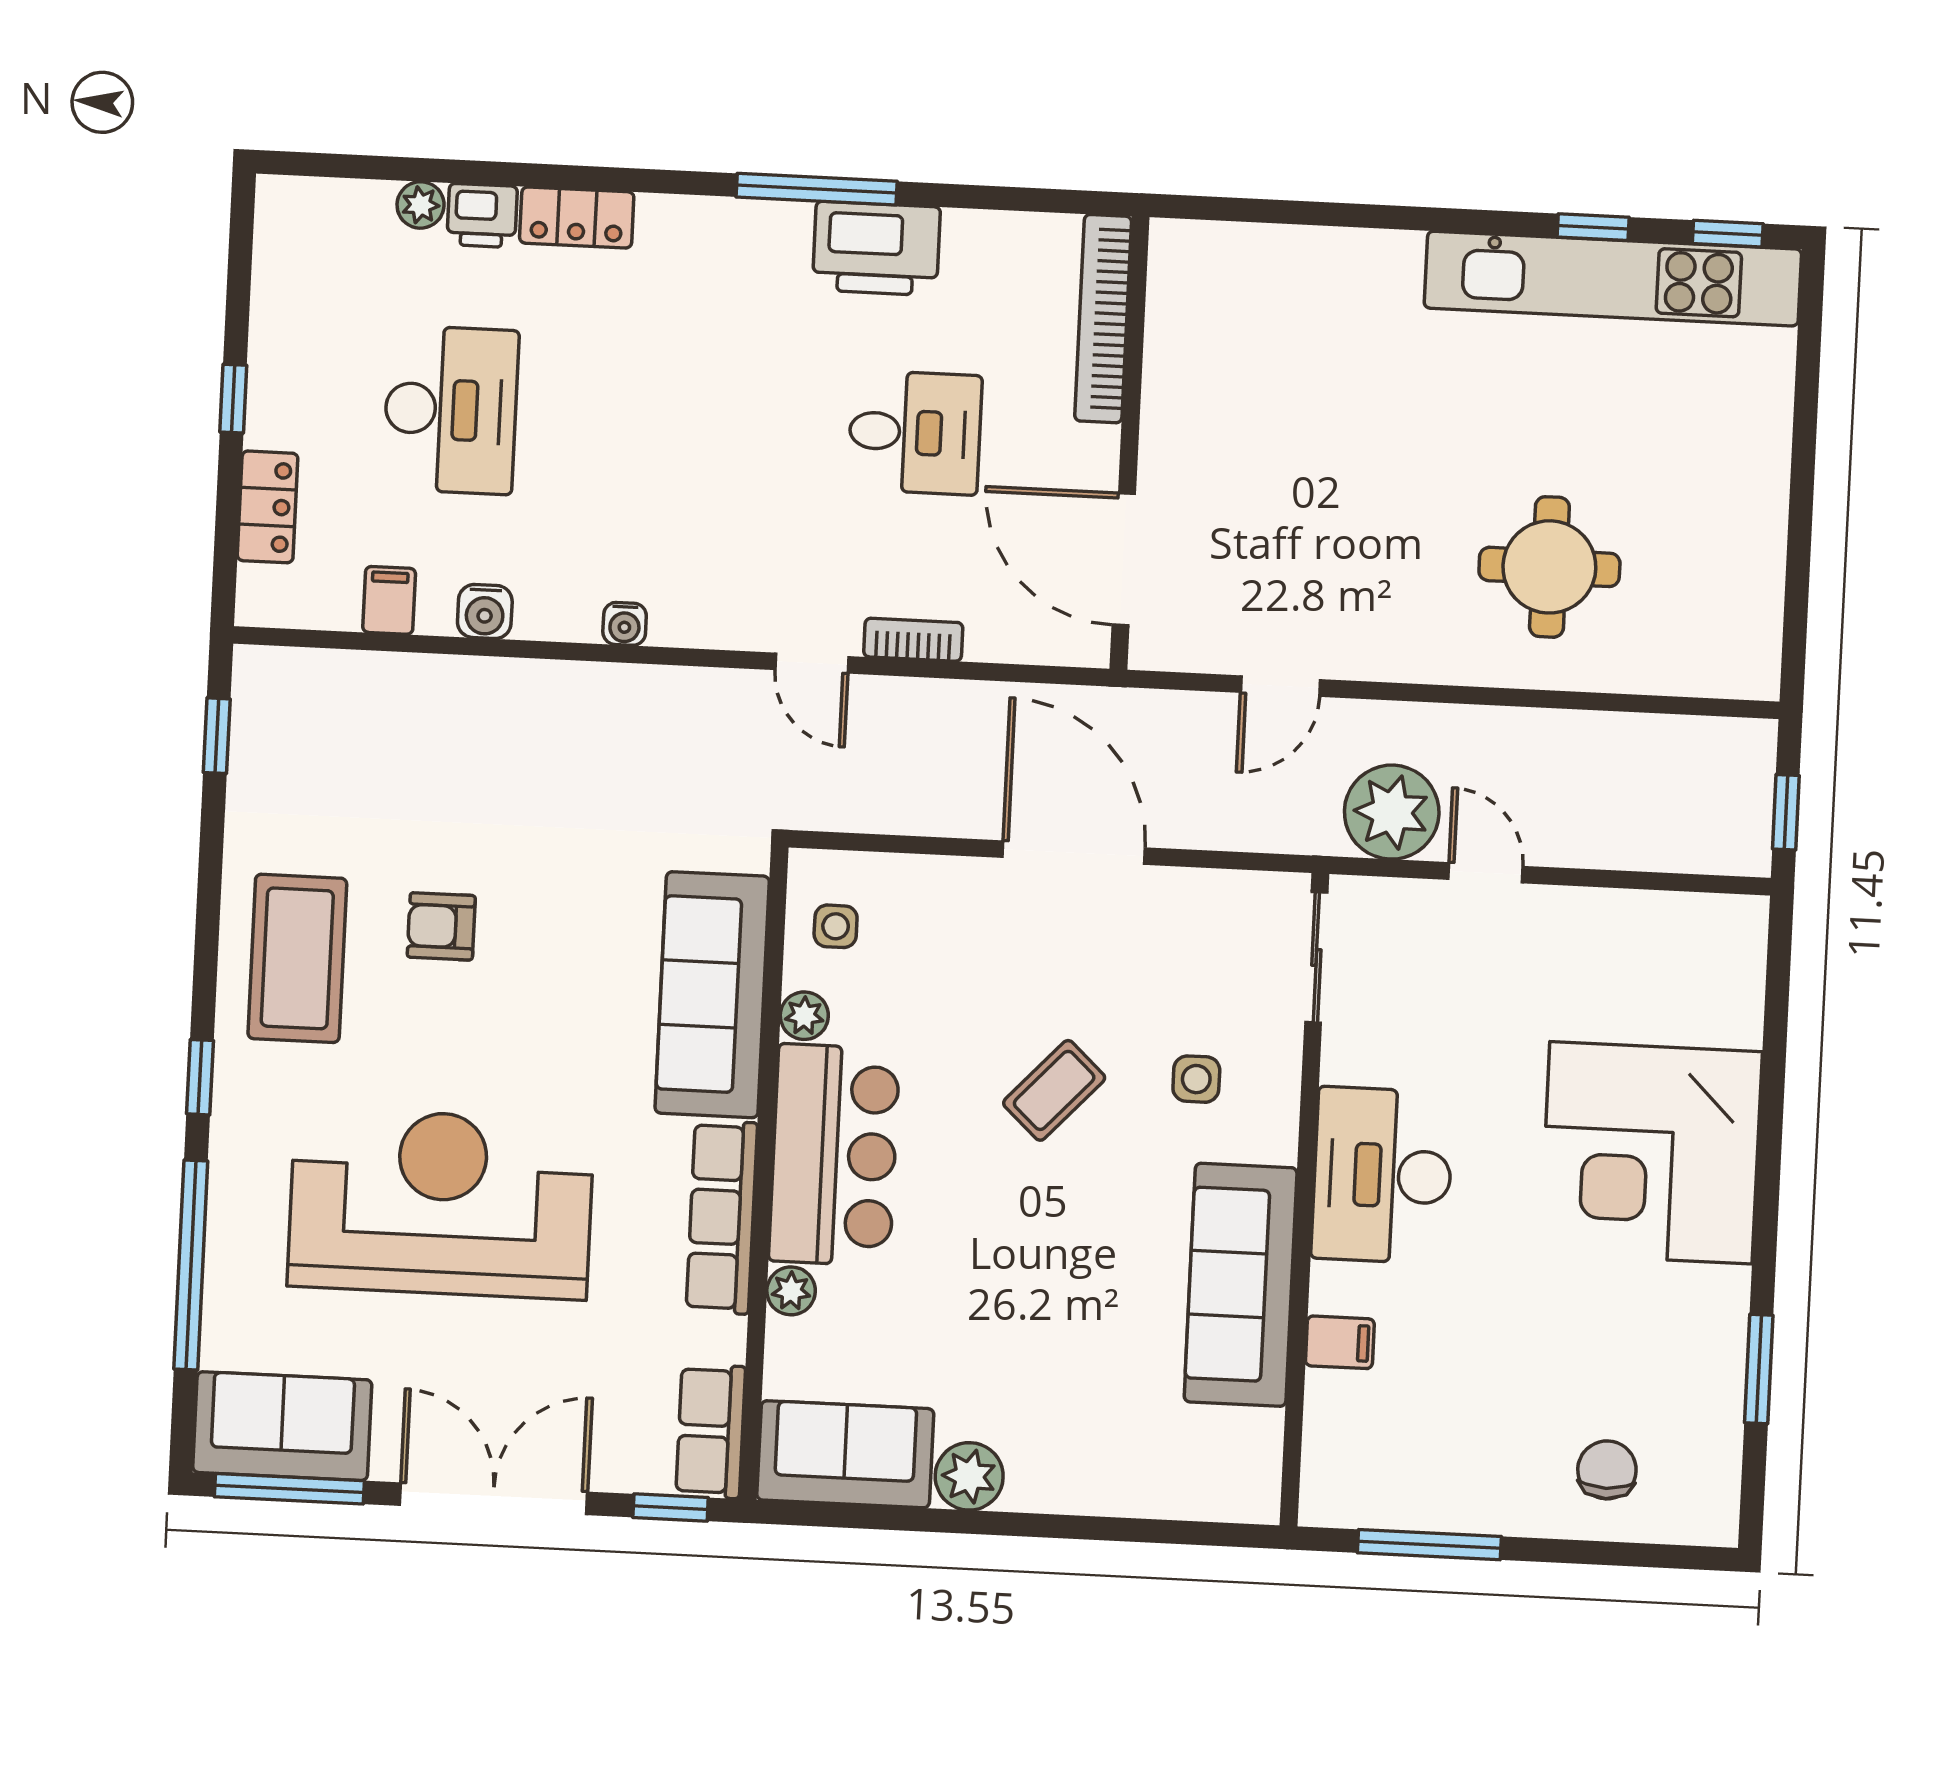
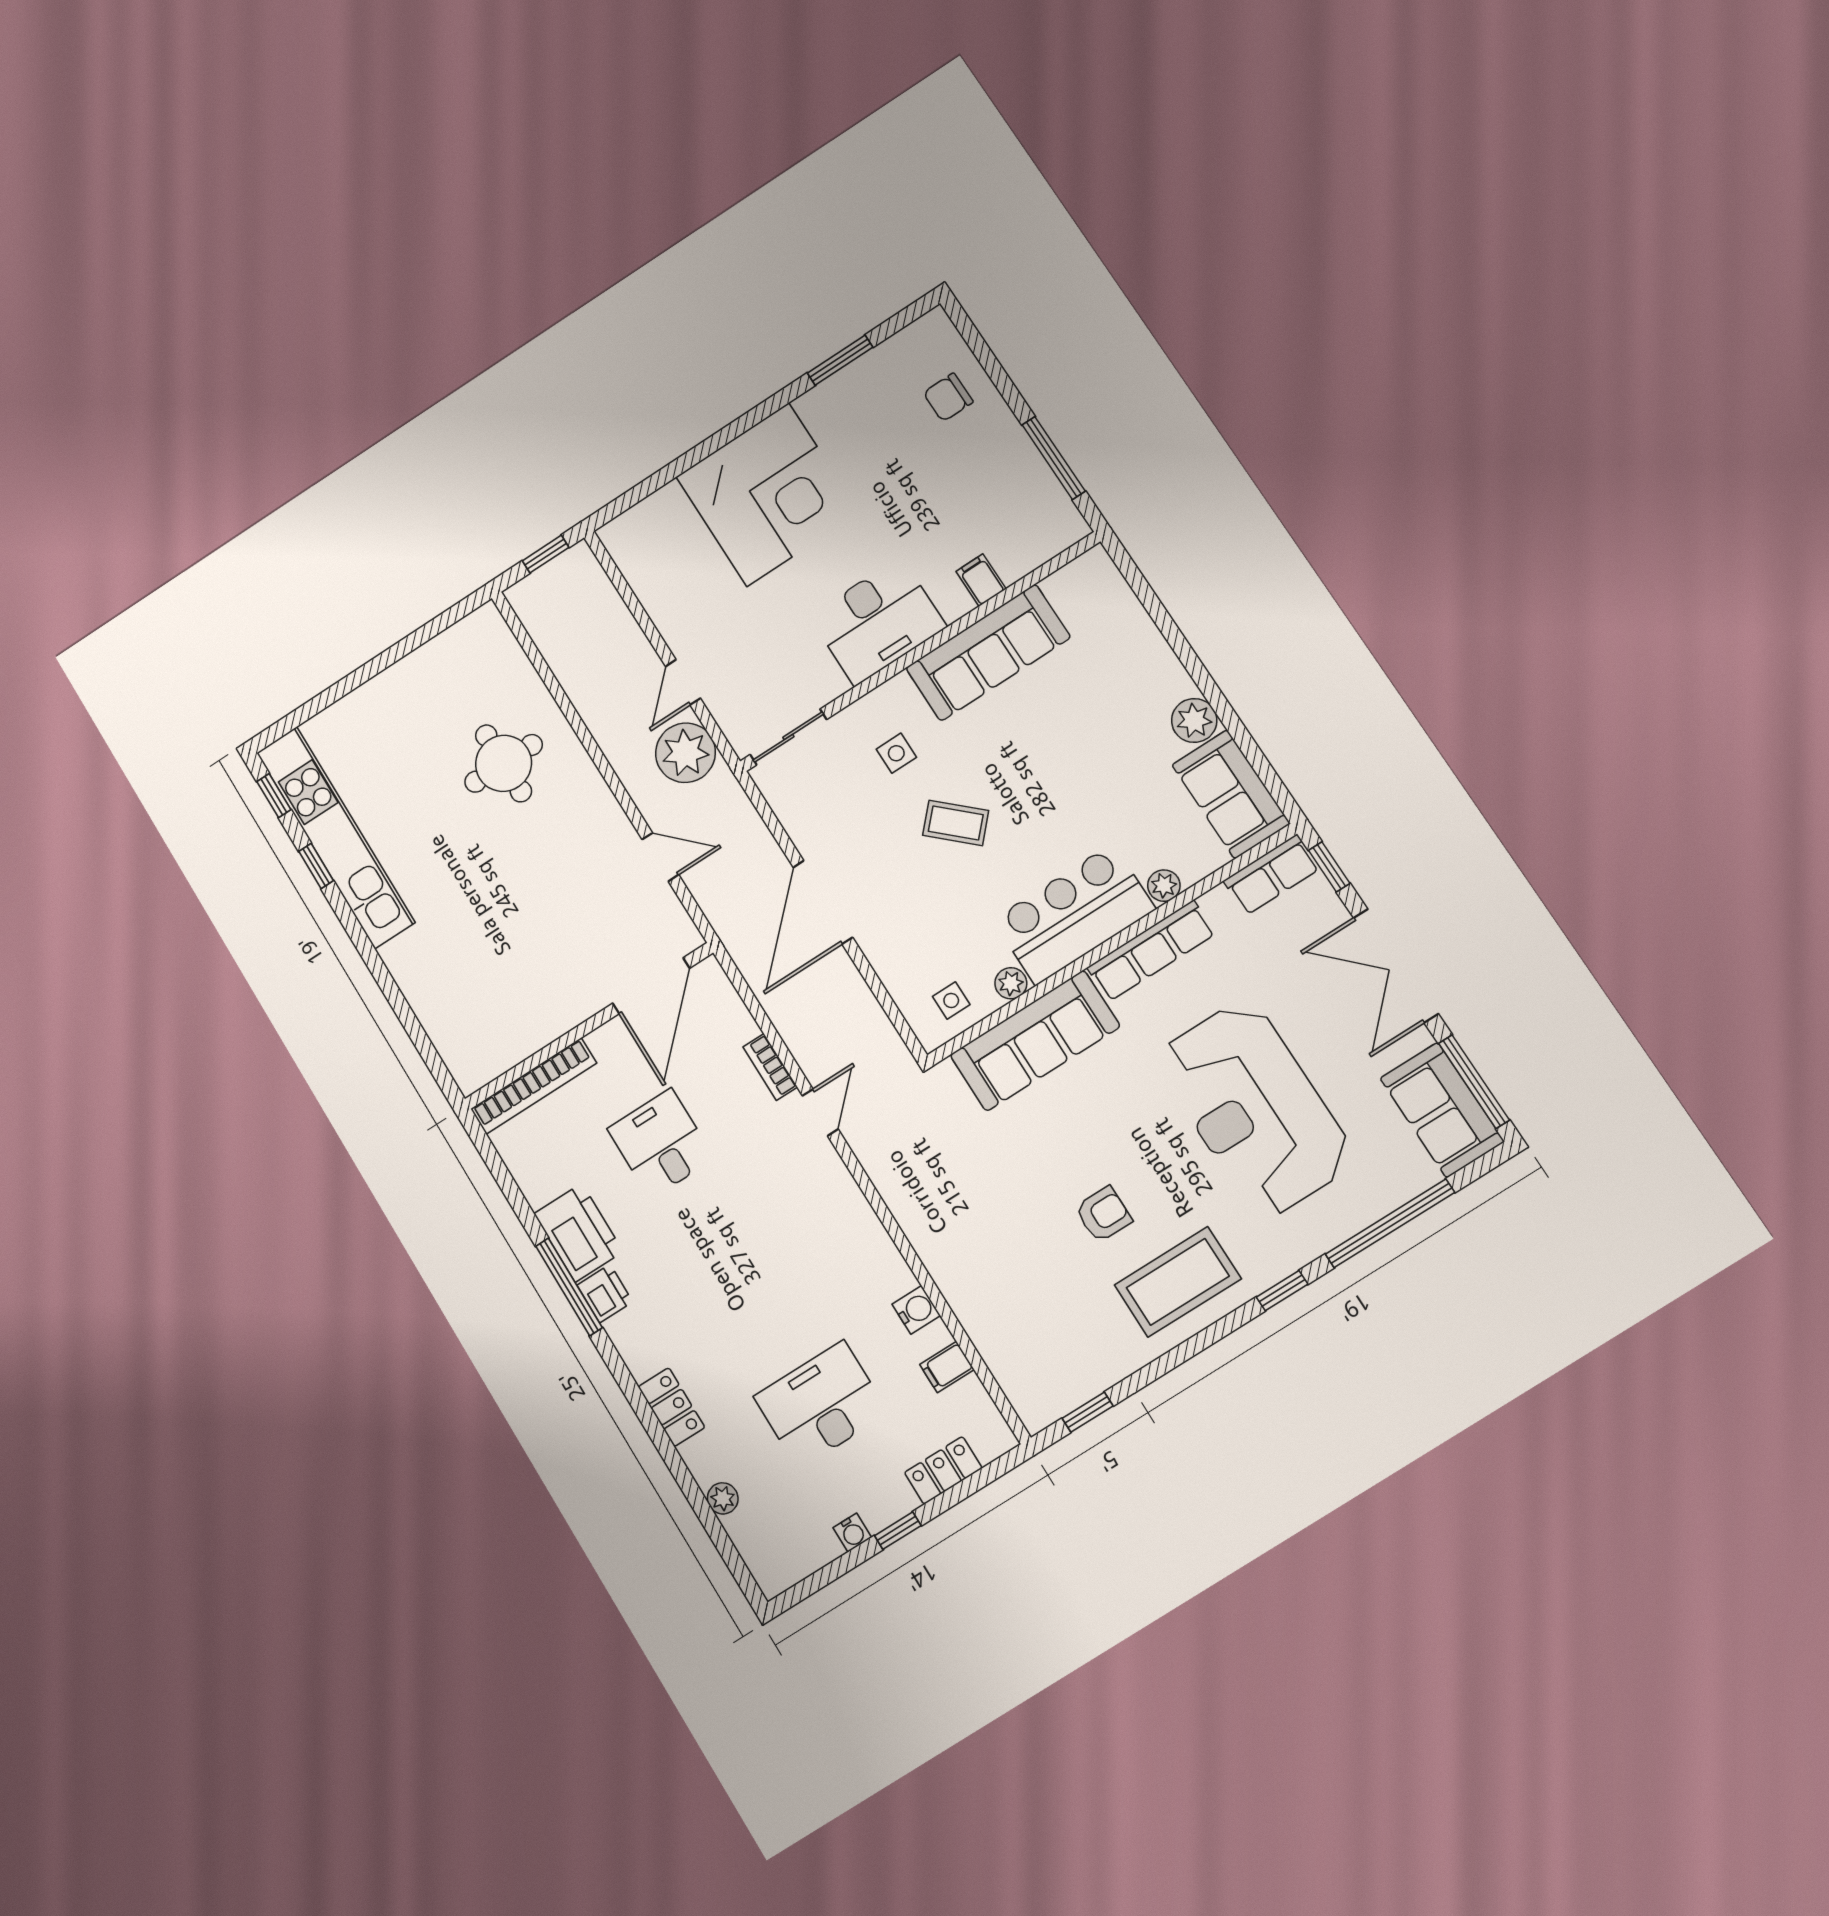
printer: (482, 215) -> (605, 1294), moved
water cooler: (625, 624) -> (852, 1533), moved, turned 90
armchair: (441, 926) -> (1103, 1214), turned -90

